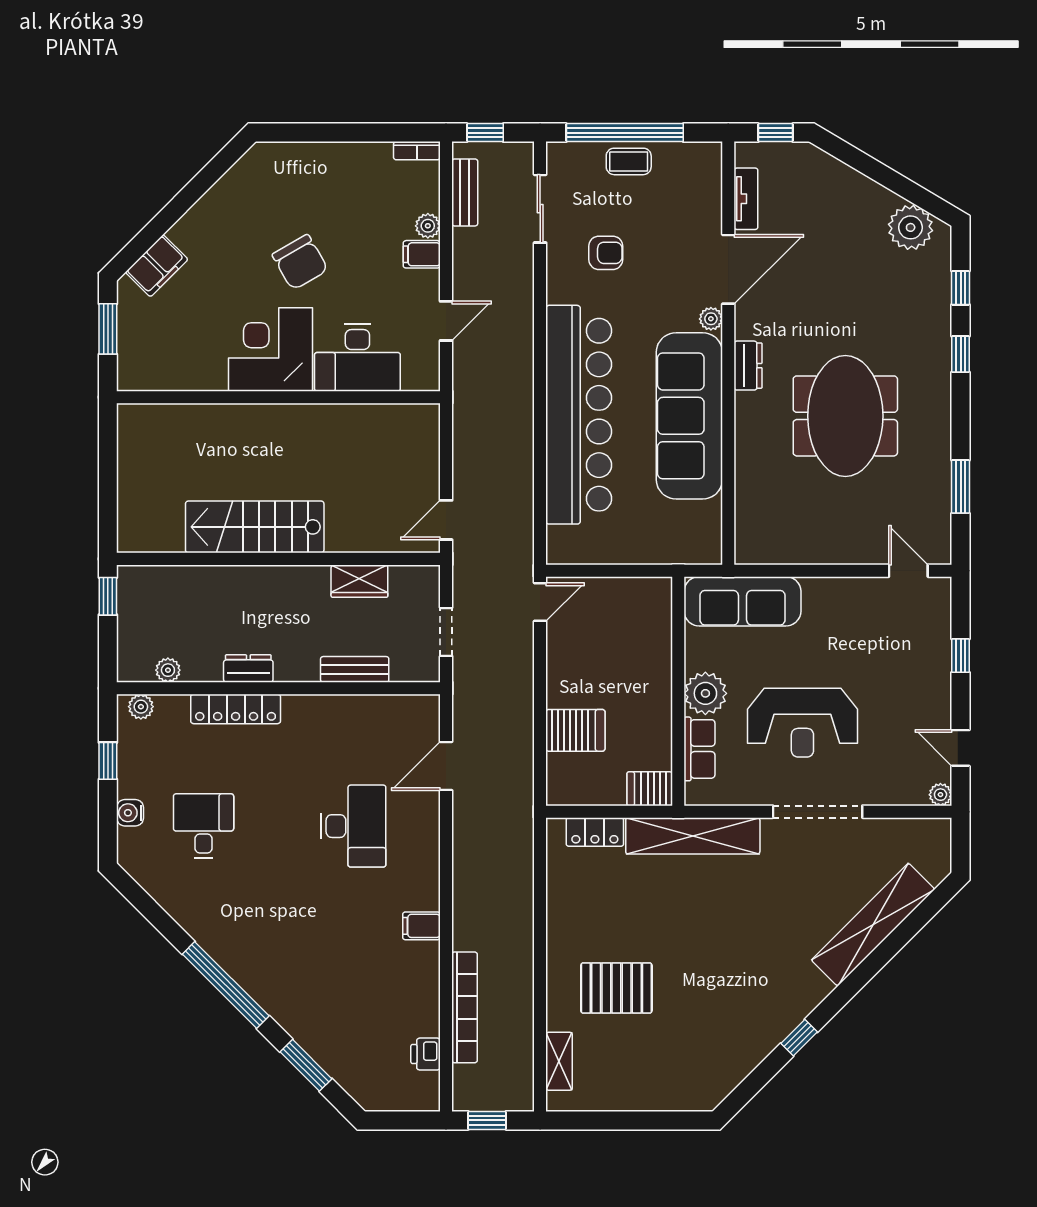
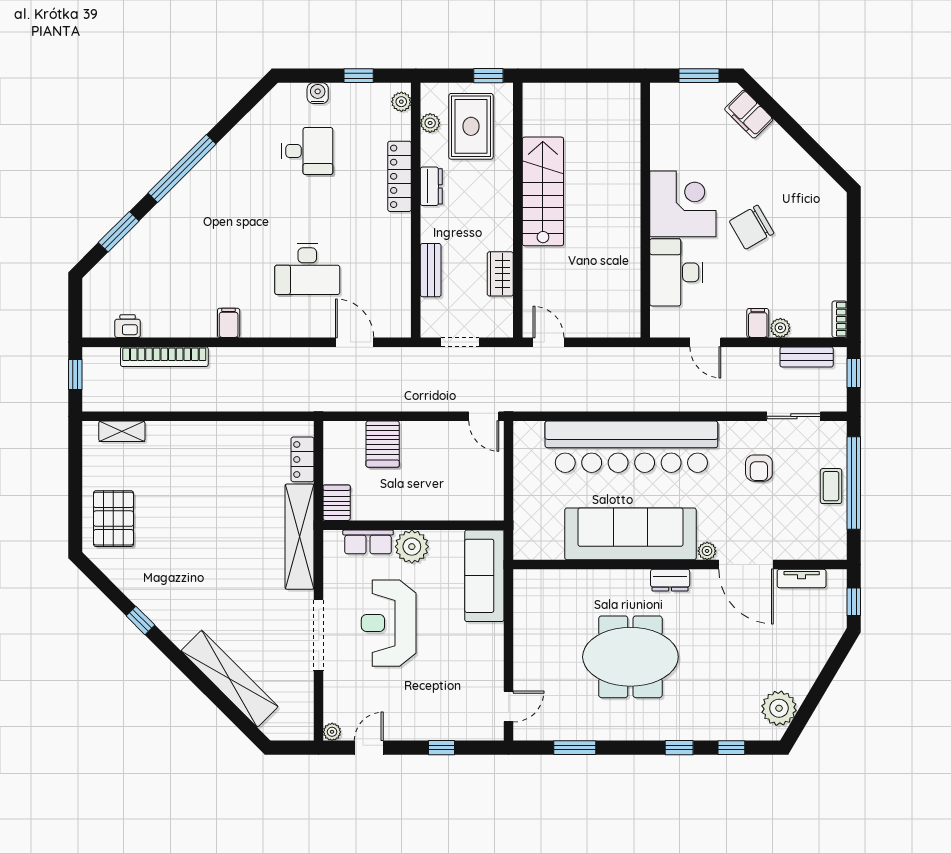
rug: (172, 618) -> (471, 126), added
pallet: (616, 988) -> (113, 519), moved

